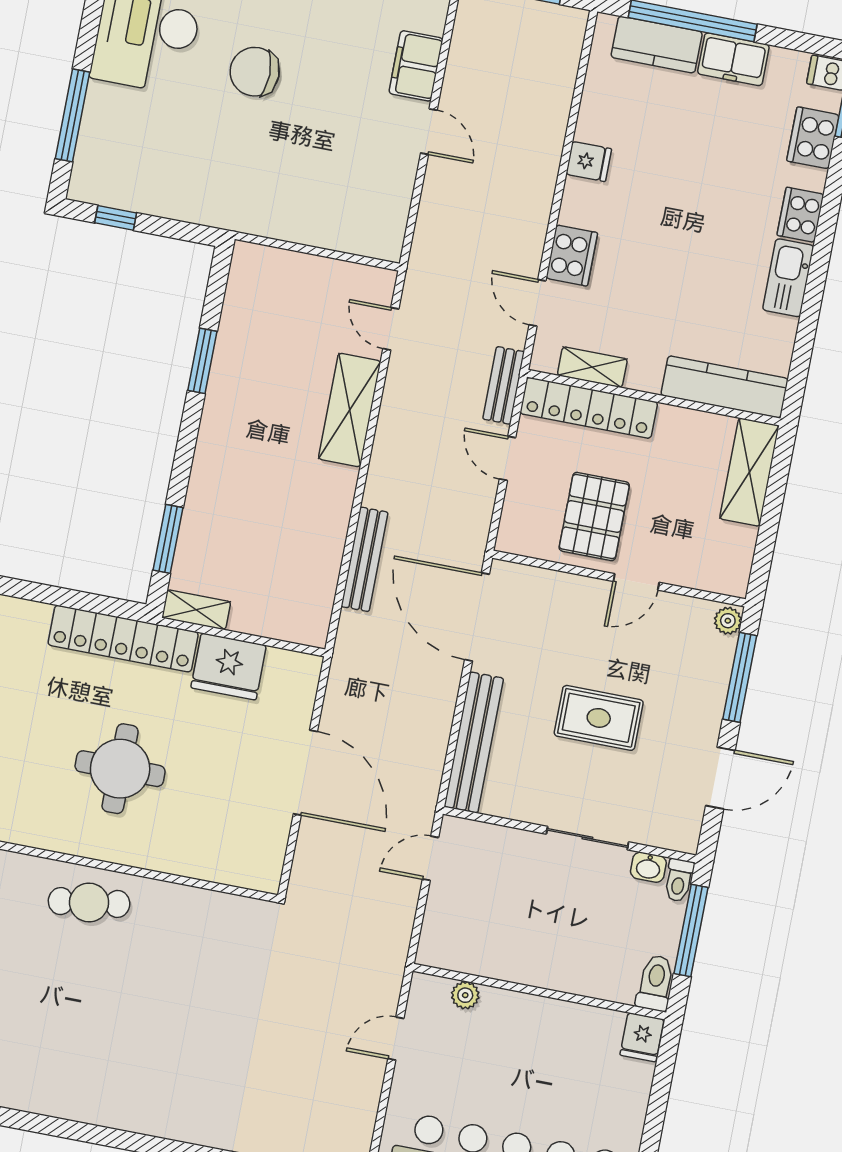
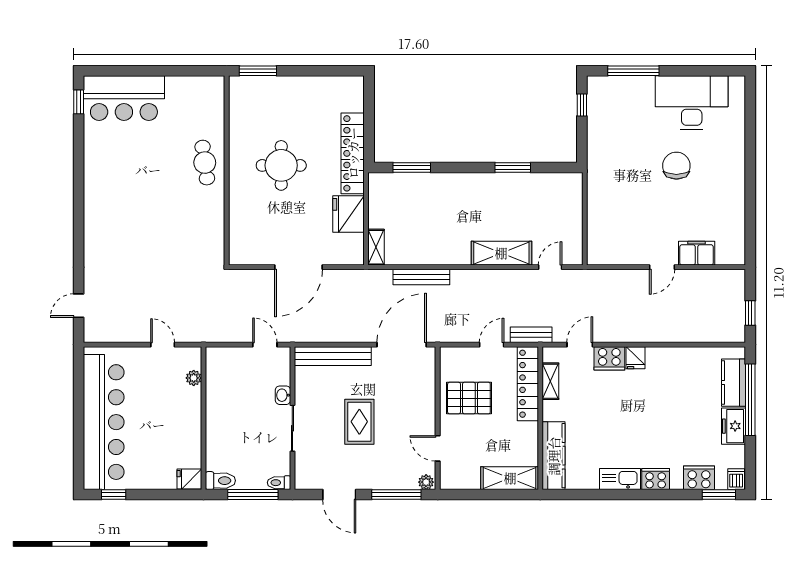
fridge: (589, 161) -> (636, 358), moved
door: (636, 582) -> (438, 448), moved
shelving: (196, 610) -> (376, 247), moved
washbasin: (648, 867) -> (283, 395), moved

